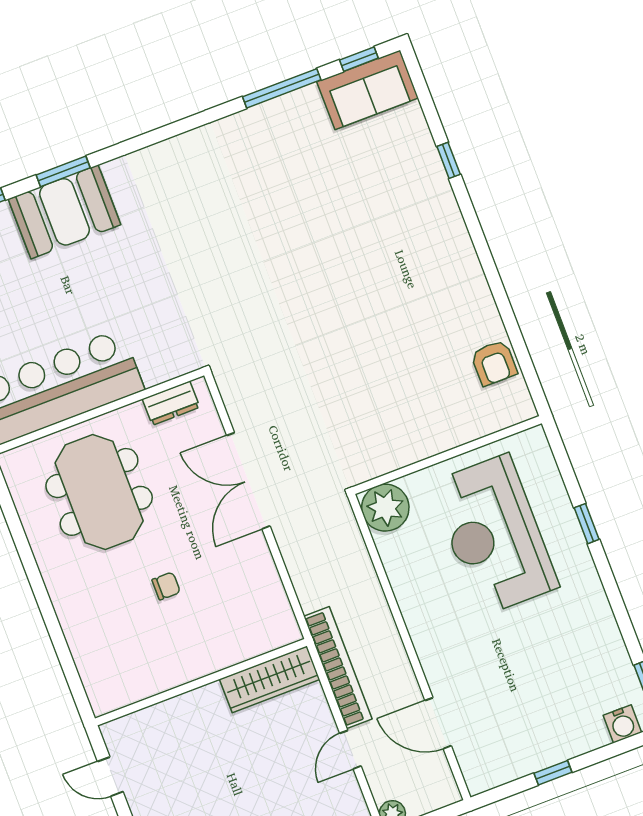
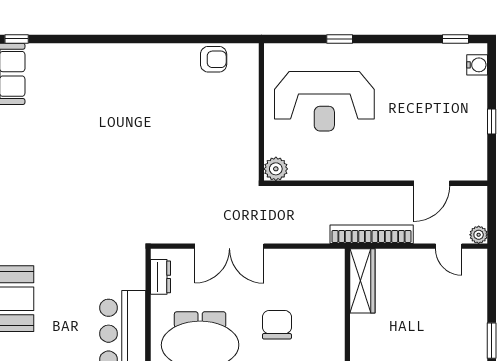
window: (449, 160) -> (17, 39), moved
plant: (385, 508) -> (276, 169), width x0.73, depth x0.73
chair: (166, 586) -> (277, 325), width x1.87, depth x1.87
door: (350, 750) -> (449, 246), moved

